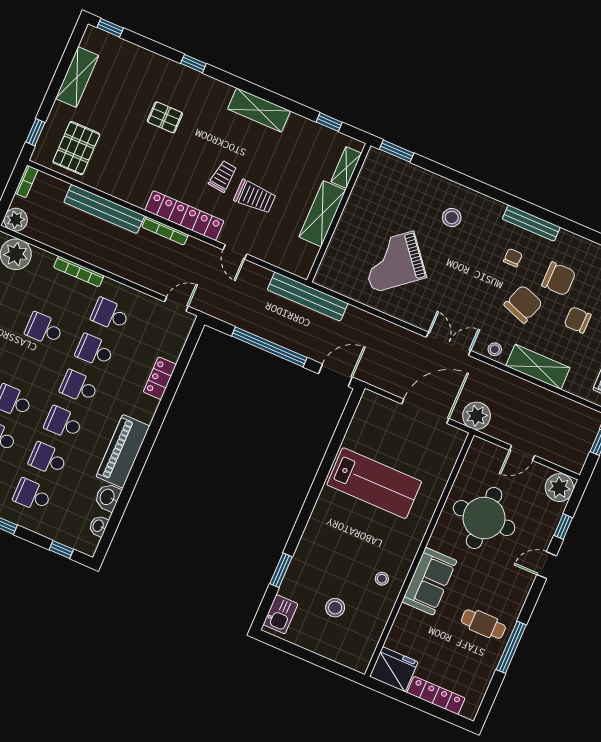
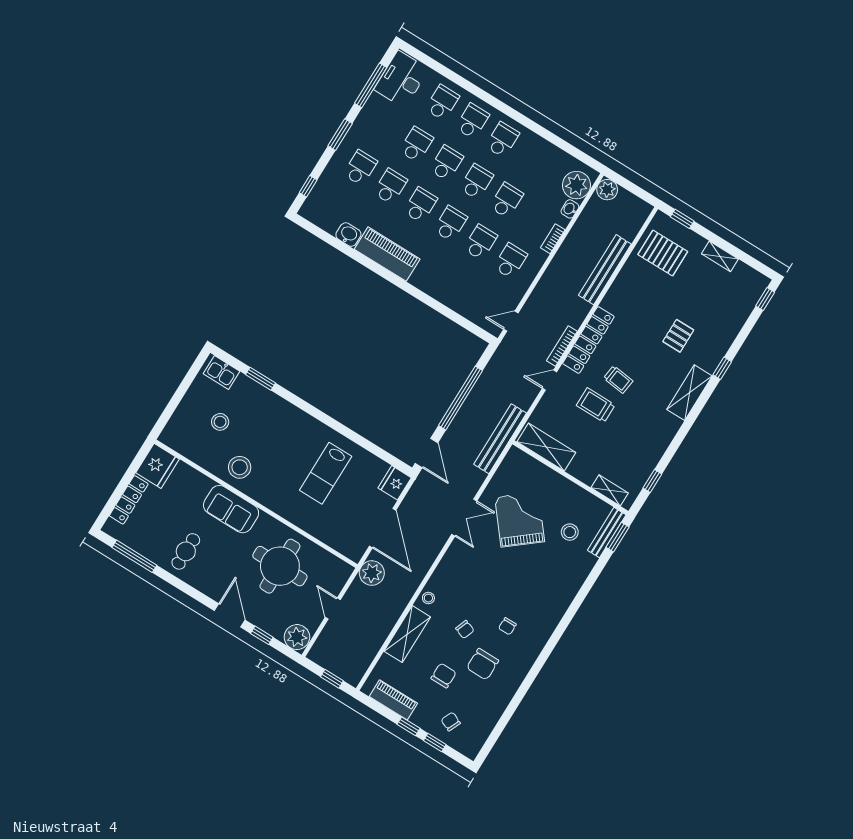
shelving: (77, 77) -> (720, 256), width x0.67, depth x0.75
shelving: (259, 110) -> (690, 393), moved
bookcase: (26, 181) -> (640, 204), removed
trolley: (255, 197) -> (596, 405), turned 90
shelving: (322, 214) -> (546, 447), moved
stool: (452, 218) -> (570, 532), moved
bench: (531, 223) -> (607, 533), moved
bookcase: (165, 231) -> (562, 346), moved
chair: (513, 258) -> (507, 626), turned 90
bookcase: (79, 271) -> (553, 239), width x0.64
door: (176, 304) -> (511, 321), swing flipped
chair: (523, 304) -> (465, 629), width x0.54, depth x0.54
double door: (448, 344) -> (464, 518), moved
school desk: (28, 365) -> (476, 182), added
locker: (160, 378) -> (447, 297), removed
fridge: (373, 405) -> (395, 483), added
lab bench: (374, 483) -> (326, 473), width x0.73, depth x0.72
washbasin: (99, 526) -> (570, 209), moved, turned -90
door: (547, 565) -> (230, 615), width x1.38
stool: (382, 579) -> (240, 467), width x1.89, depth x1.89
window: (511, 647) -> (134, 556), moved

